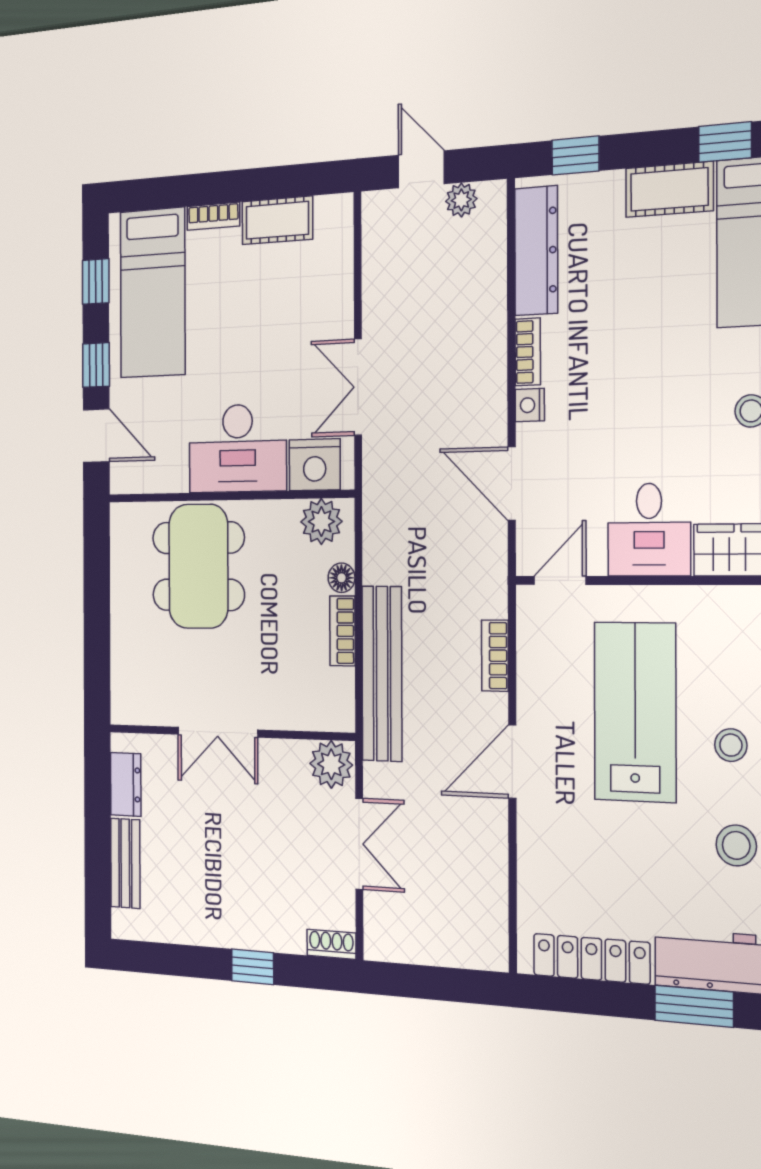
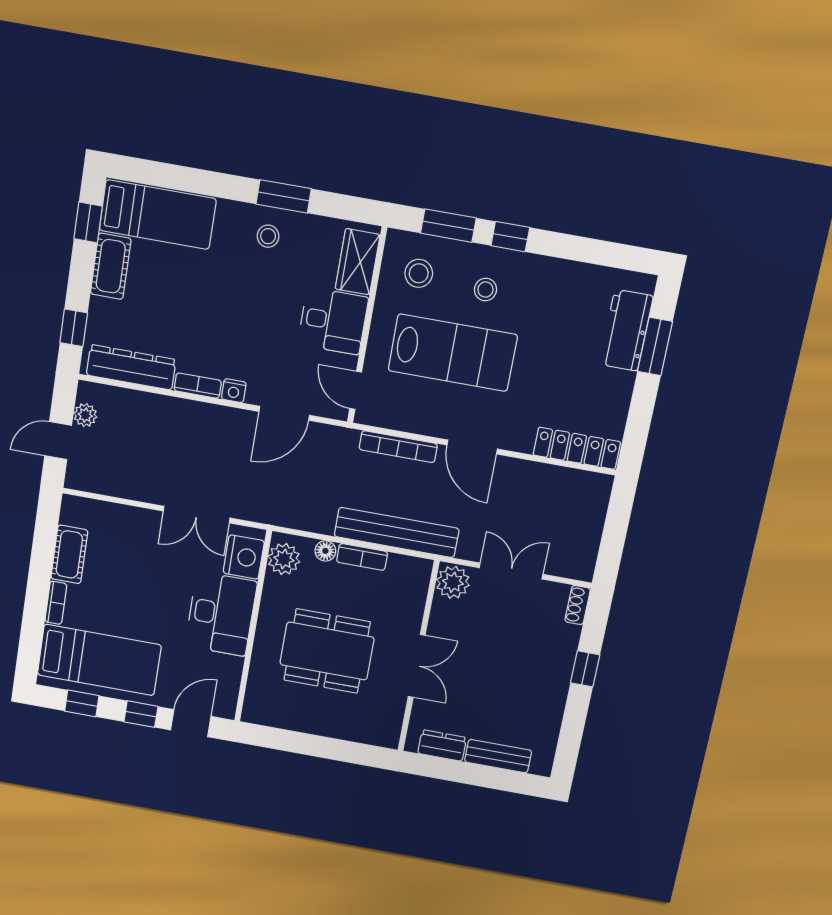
dining table: (198, 566) -> (327, 651), moved
bookcase: (495, 656) -> (398, 447), width x1.56
lab bench: (635, 712) -> (453, 353), turned 180
stool: (736, 845) -> (419, 273), moved
locker: (591, 959) -> (577, 448), moved, turned 90

